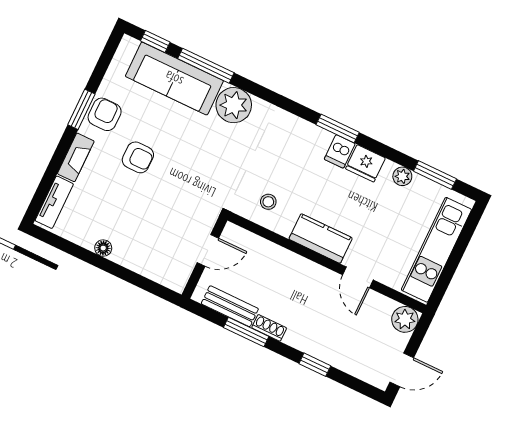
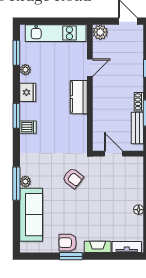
window: (155, 42) -> (16, 234), removed
window: (206, 66) -> (16, 184), moved
plant: (234, 105) -> (25, 181), width x0.53, depth x0.53
dishwasher: (340, 151) -> (28, 127), moved
armchair: (138, 157) -> (73, 178), moved, turned 128
stool: (268, 202) -> (73, 134), removed

